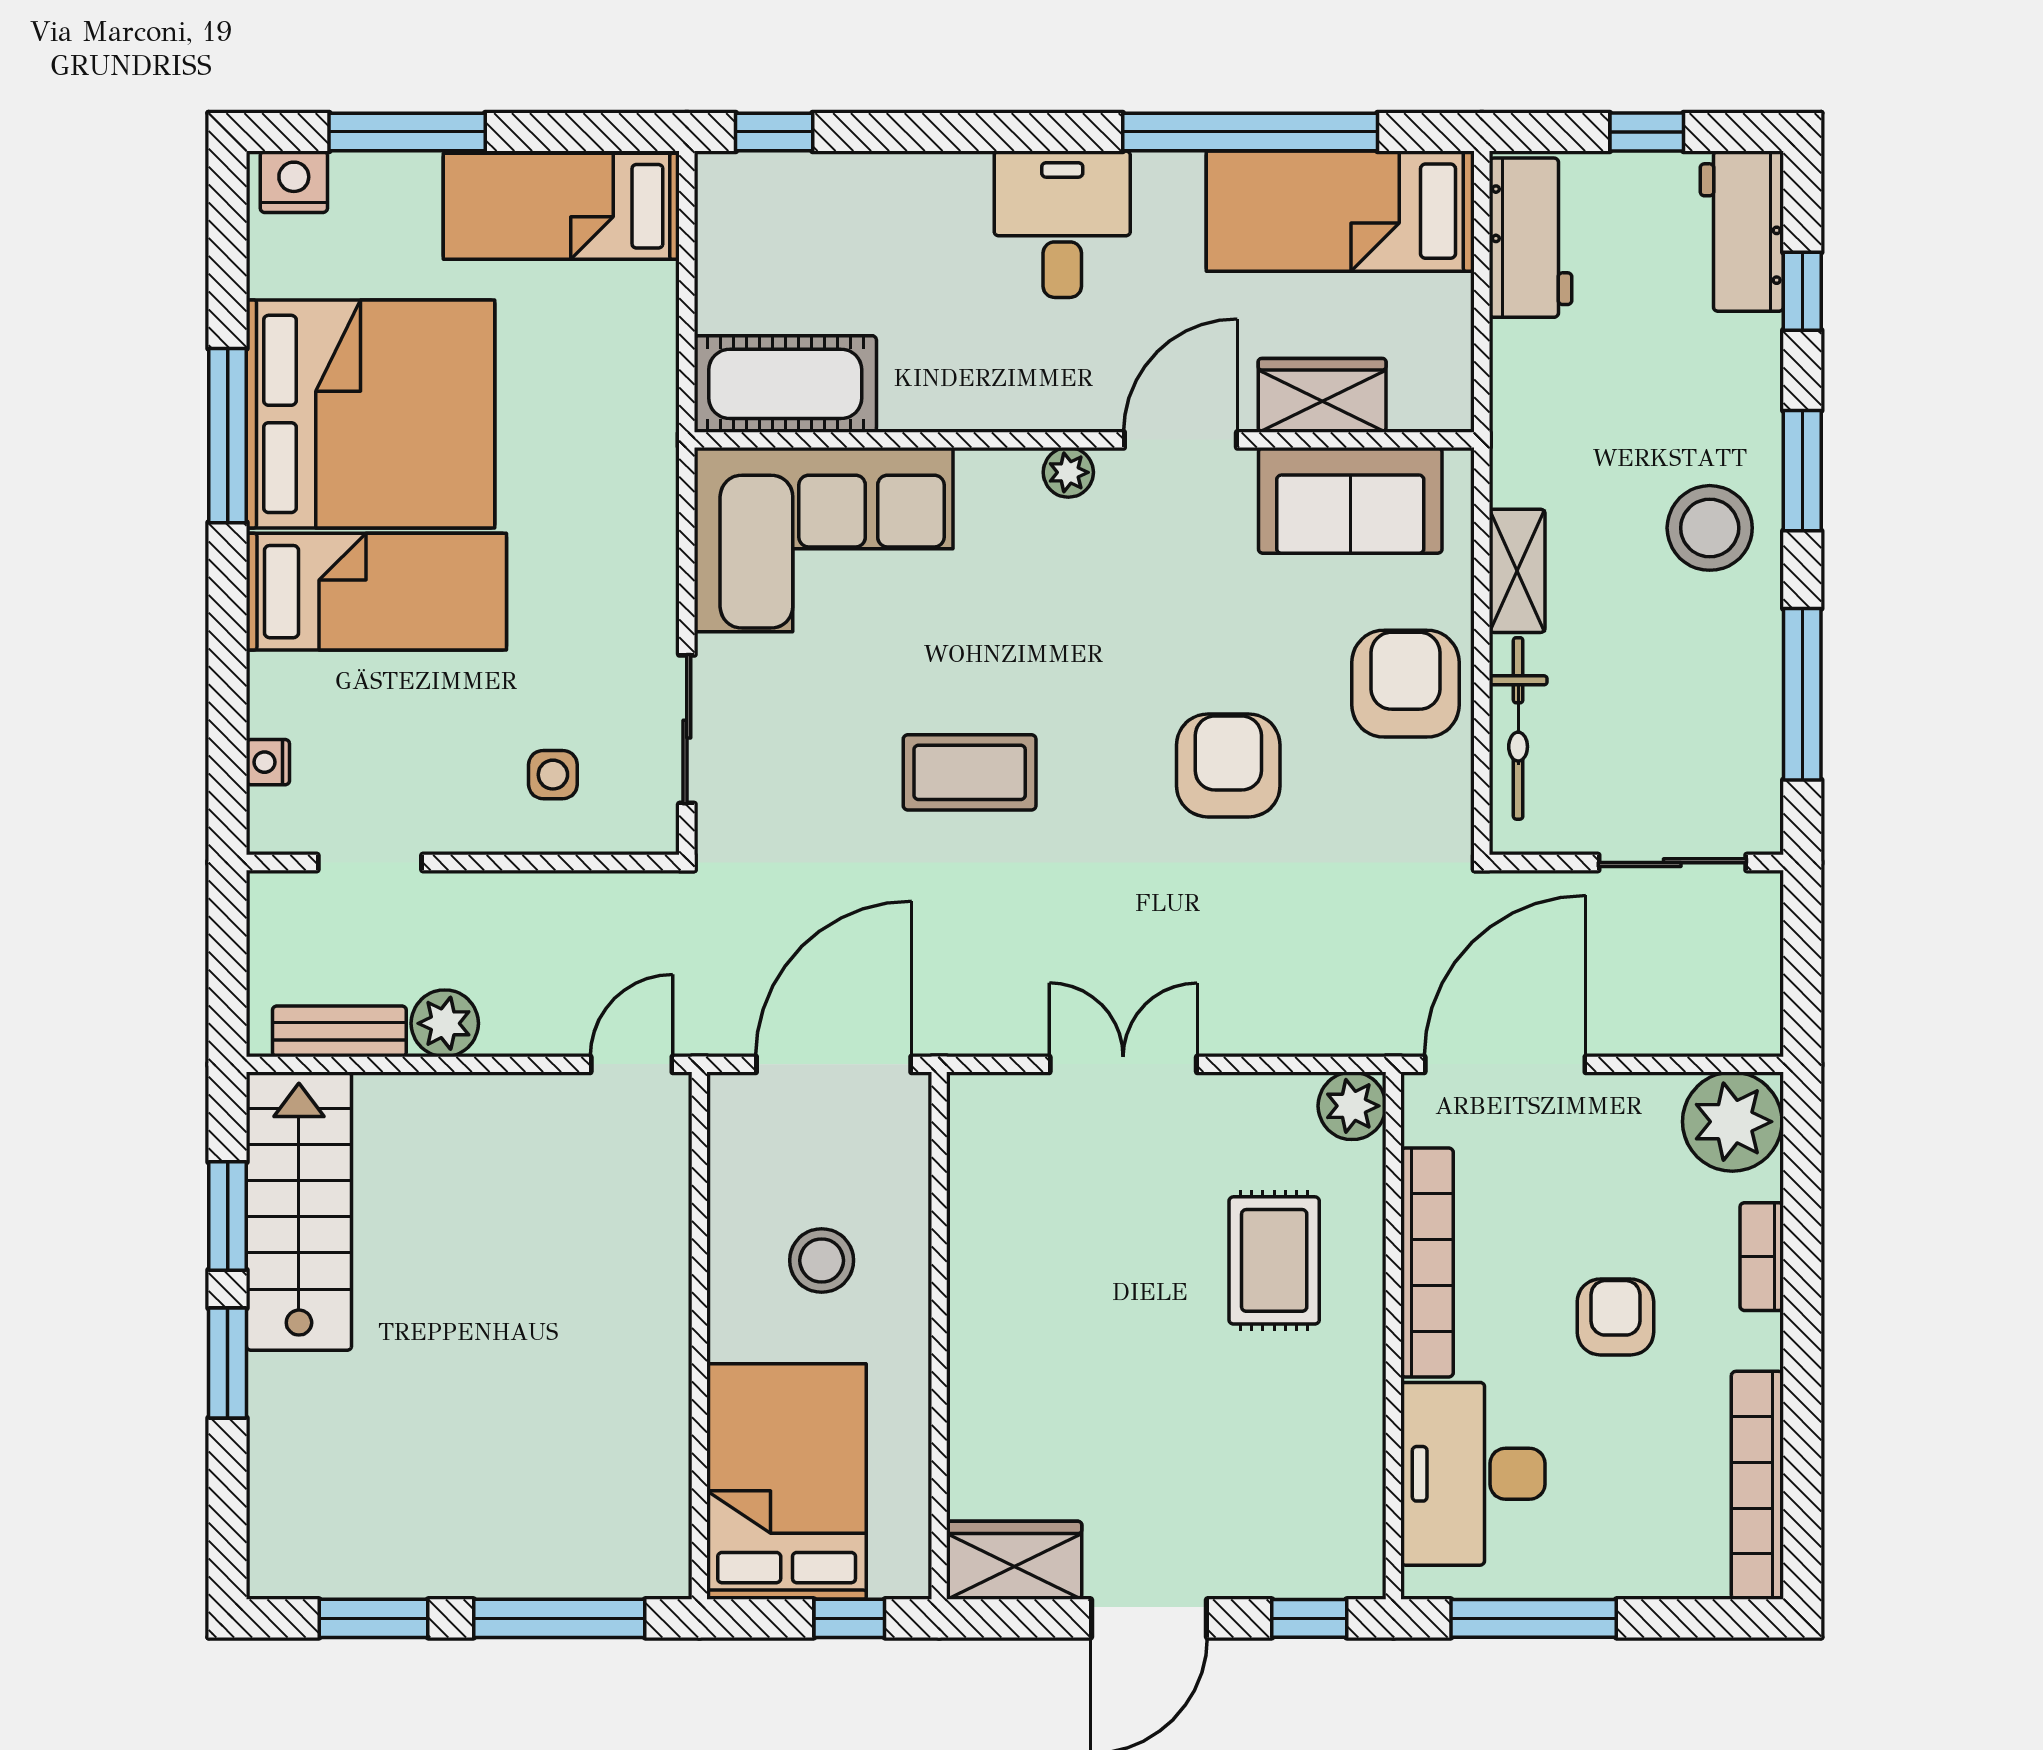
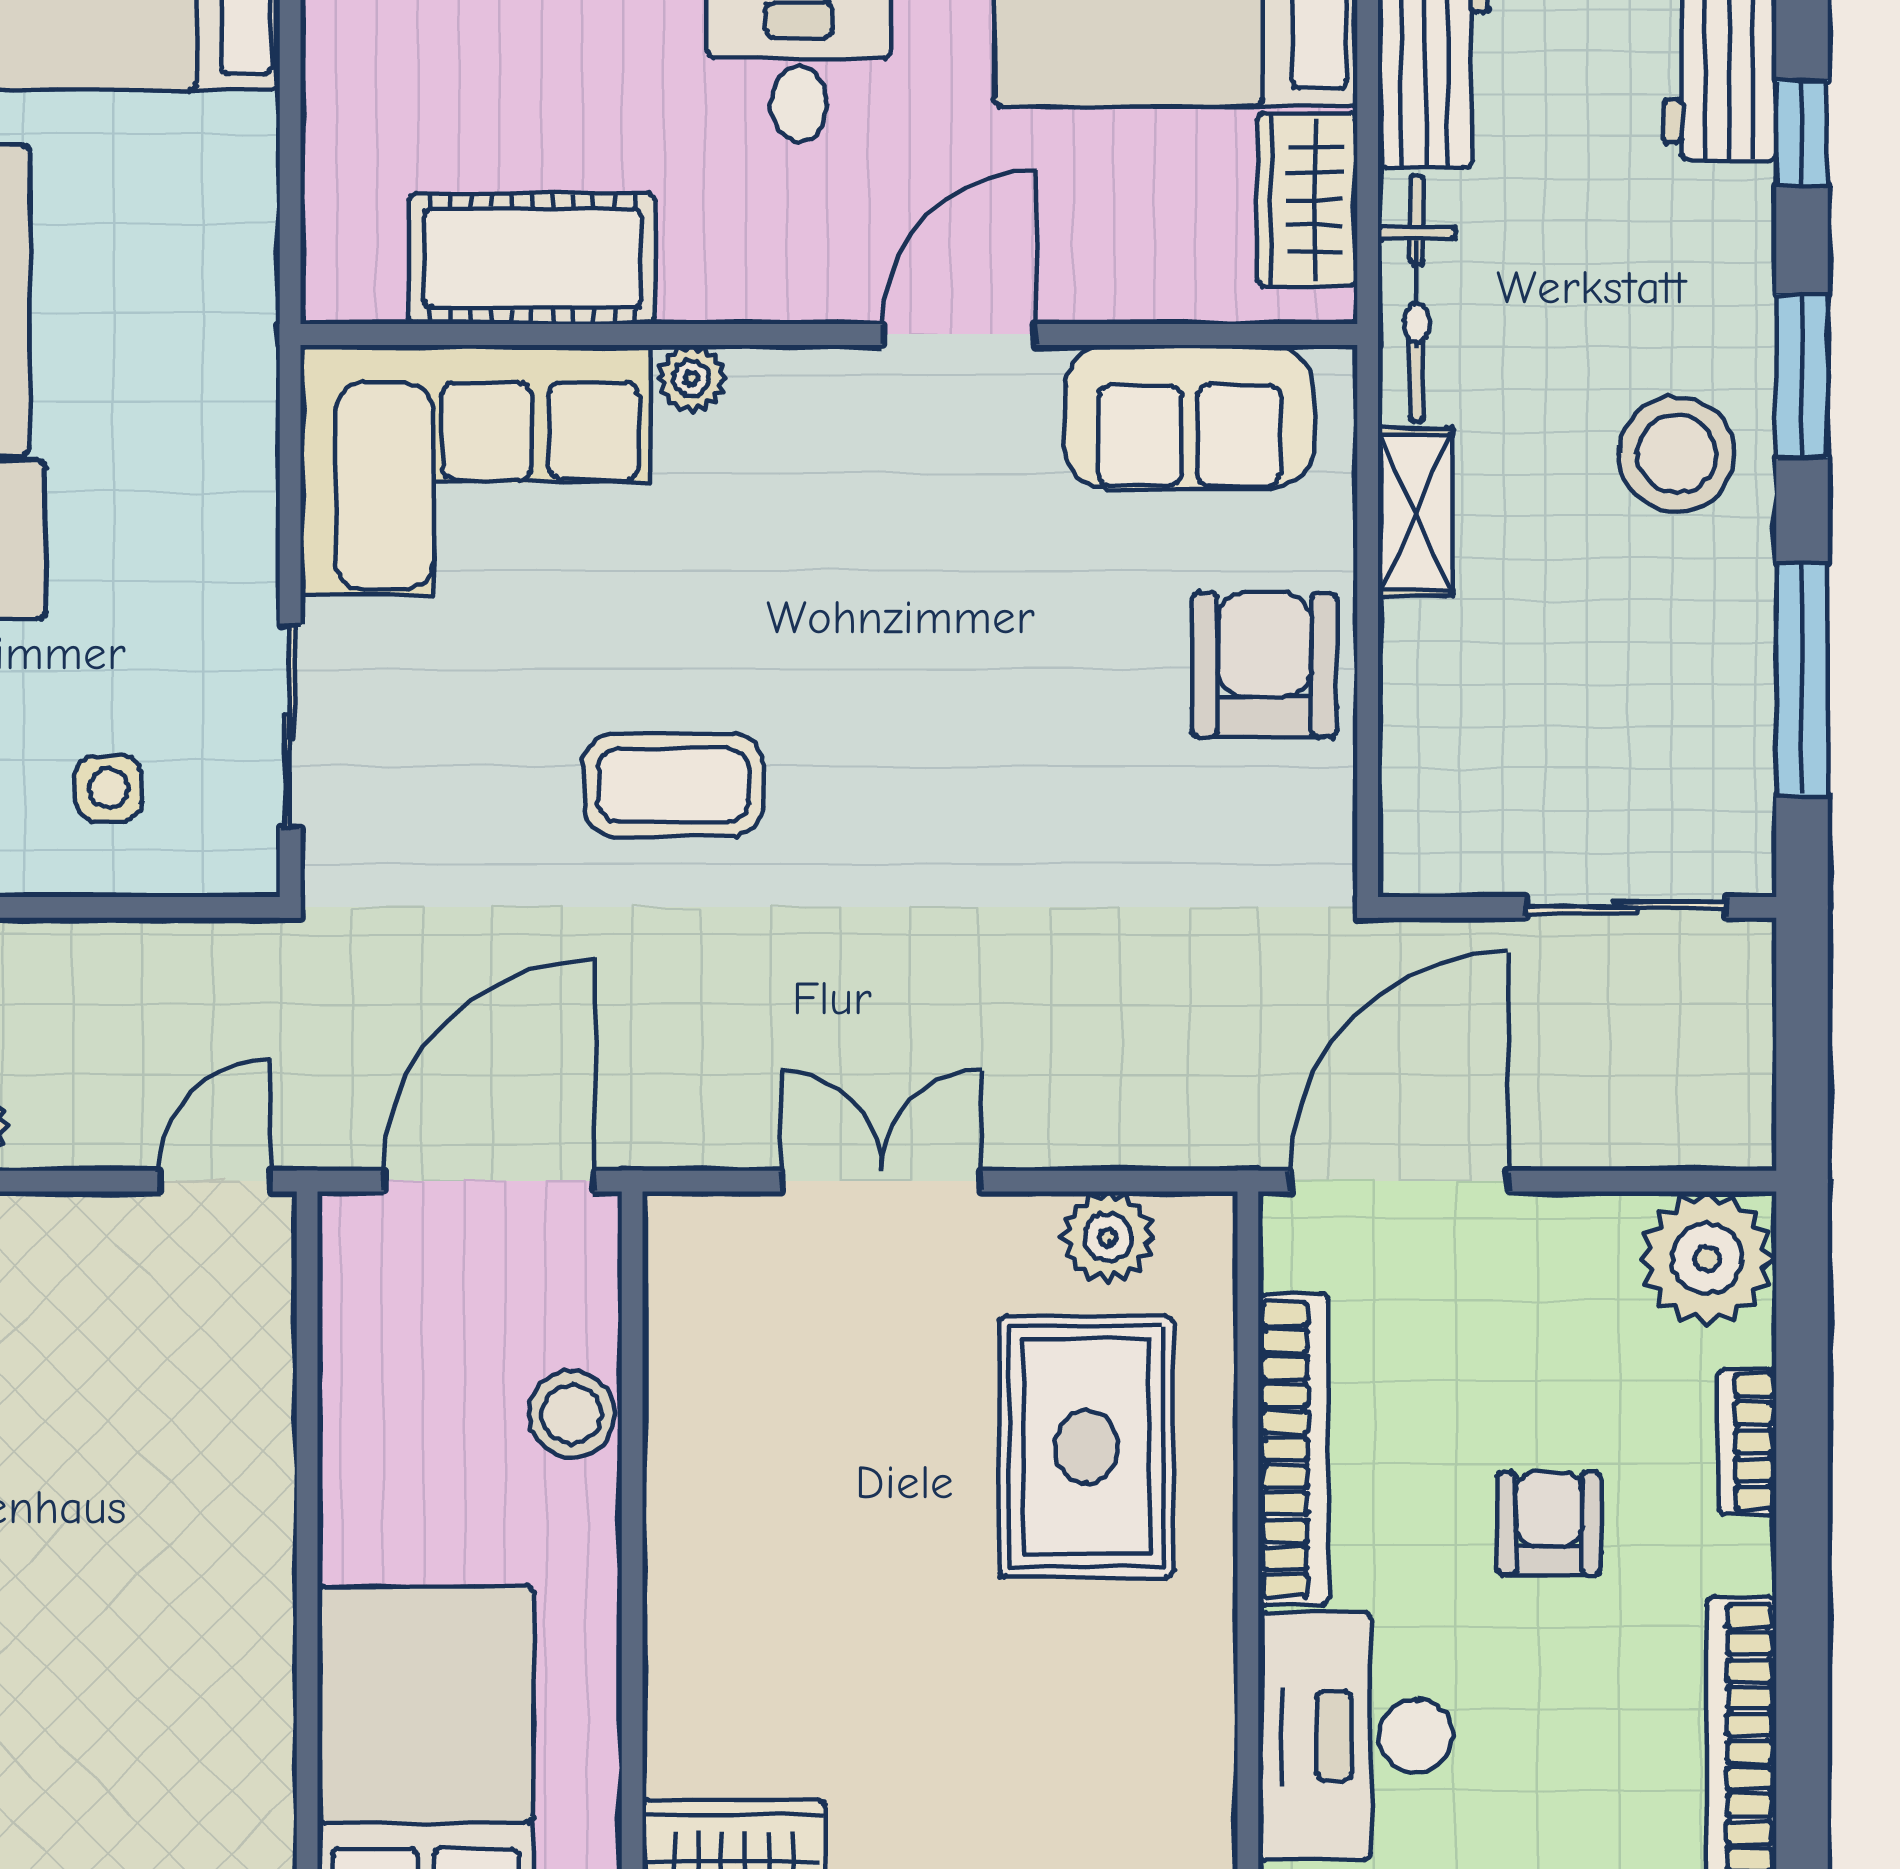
cot: (785, 384) -> (532, 259), moved
wardrobe: (1322, 395) -> (1307, 200), moved, turned -90
plant: (1068, 472) -> (691, 379), moved
bicycle: (1518, 728) -> (1417, 298), moved
armchair: (1228, 765) -> (1024, 776), removed
plant: (1352, 1106) -> (1108, 1237), moved
stool: (822, 1260) -> (572, 1414), moved
rug: (1274, 1260) -> (1086, 1447), width x1.36, depth x1.43

